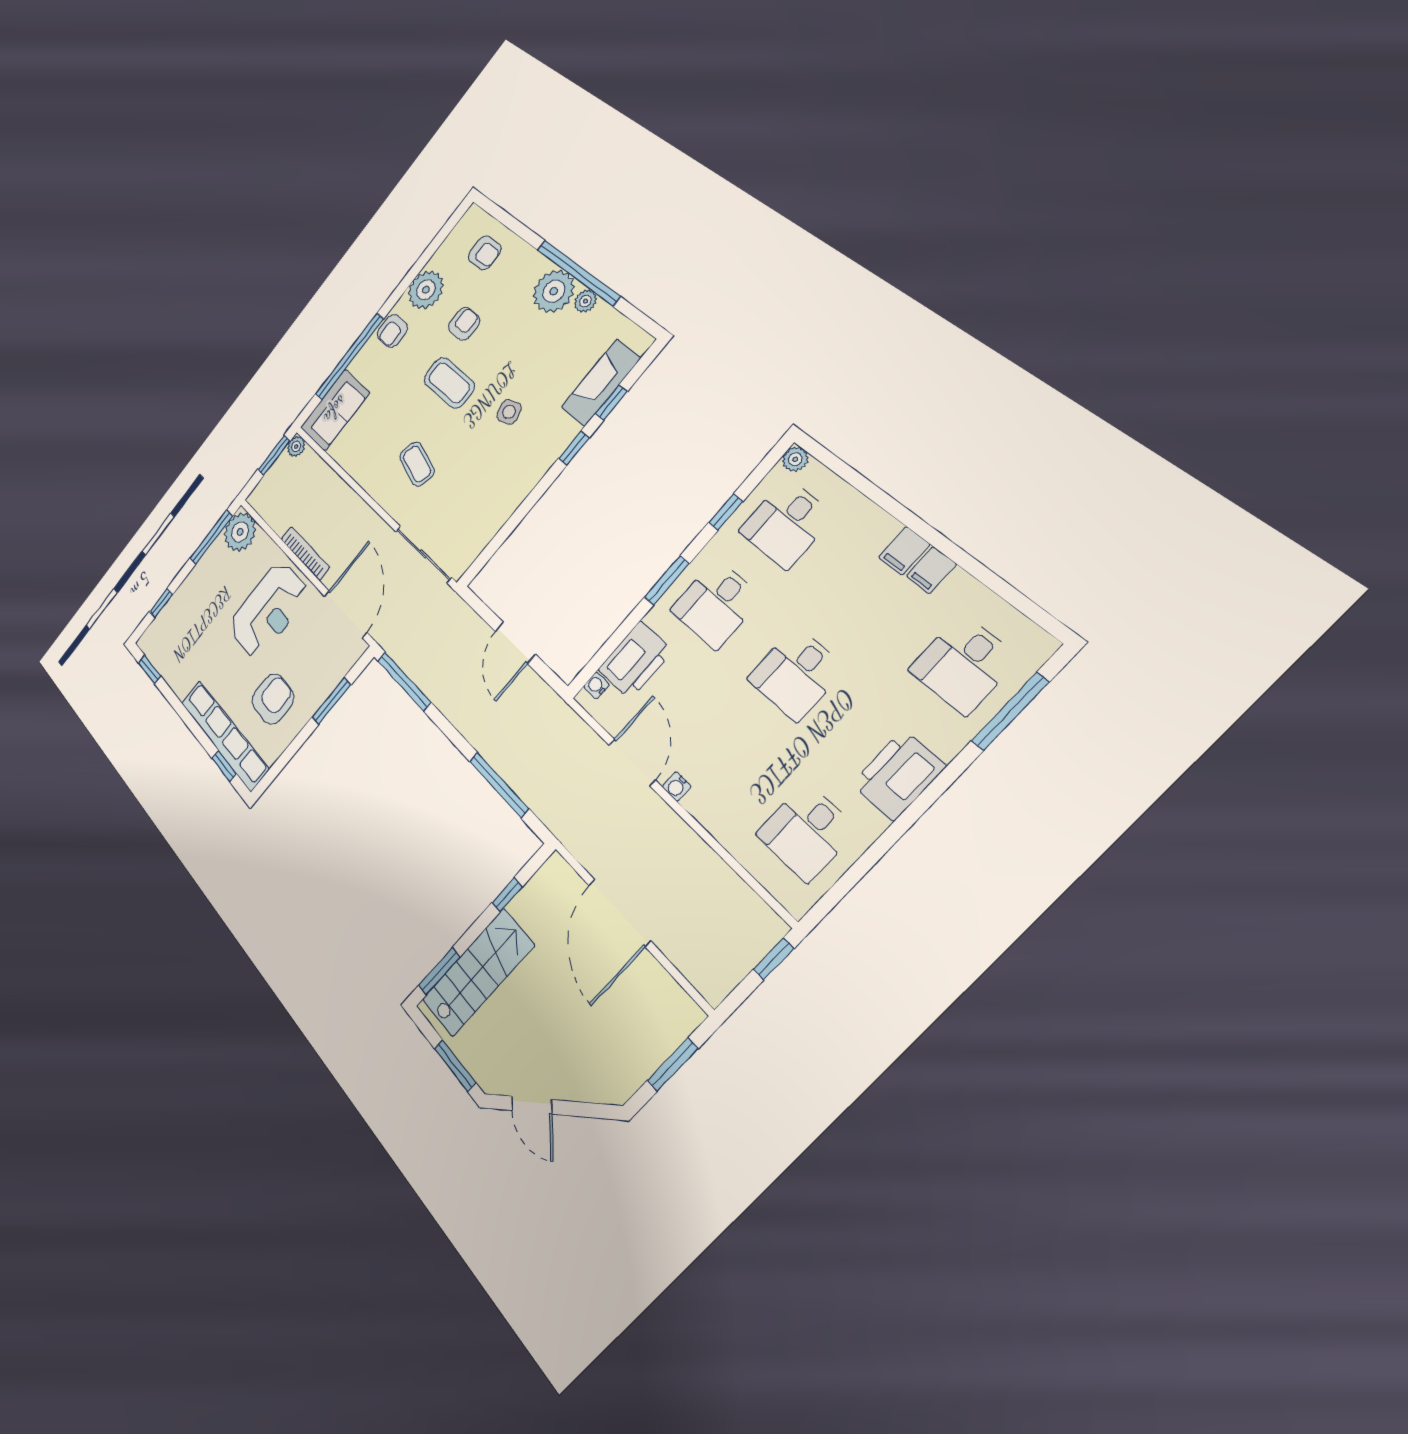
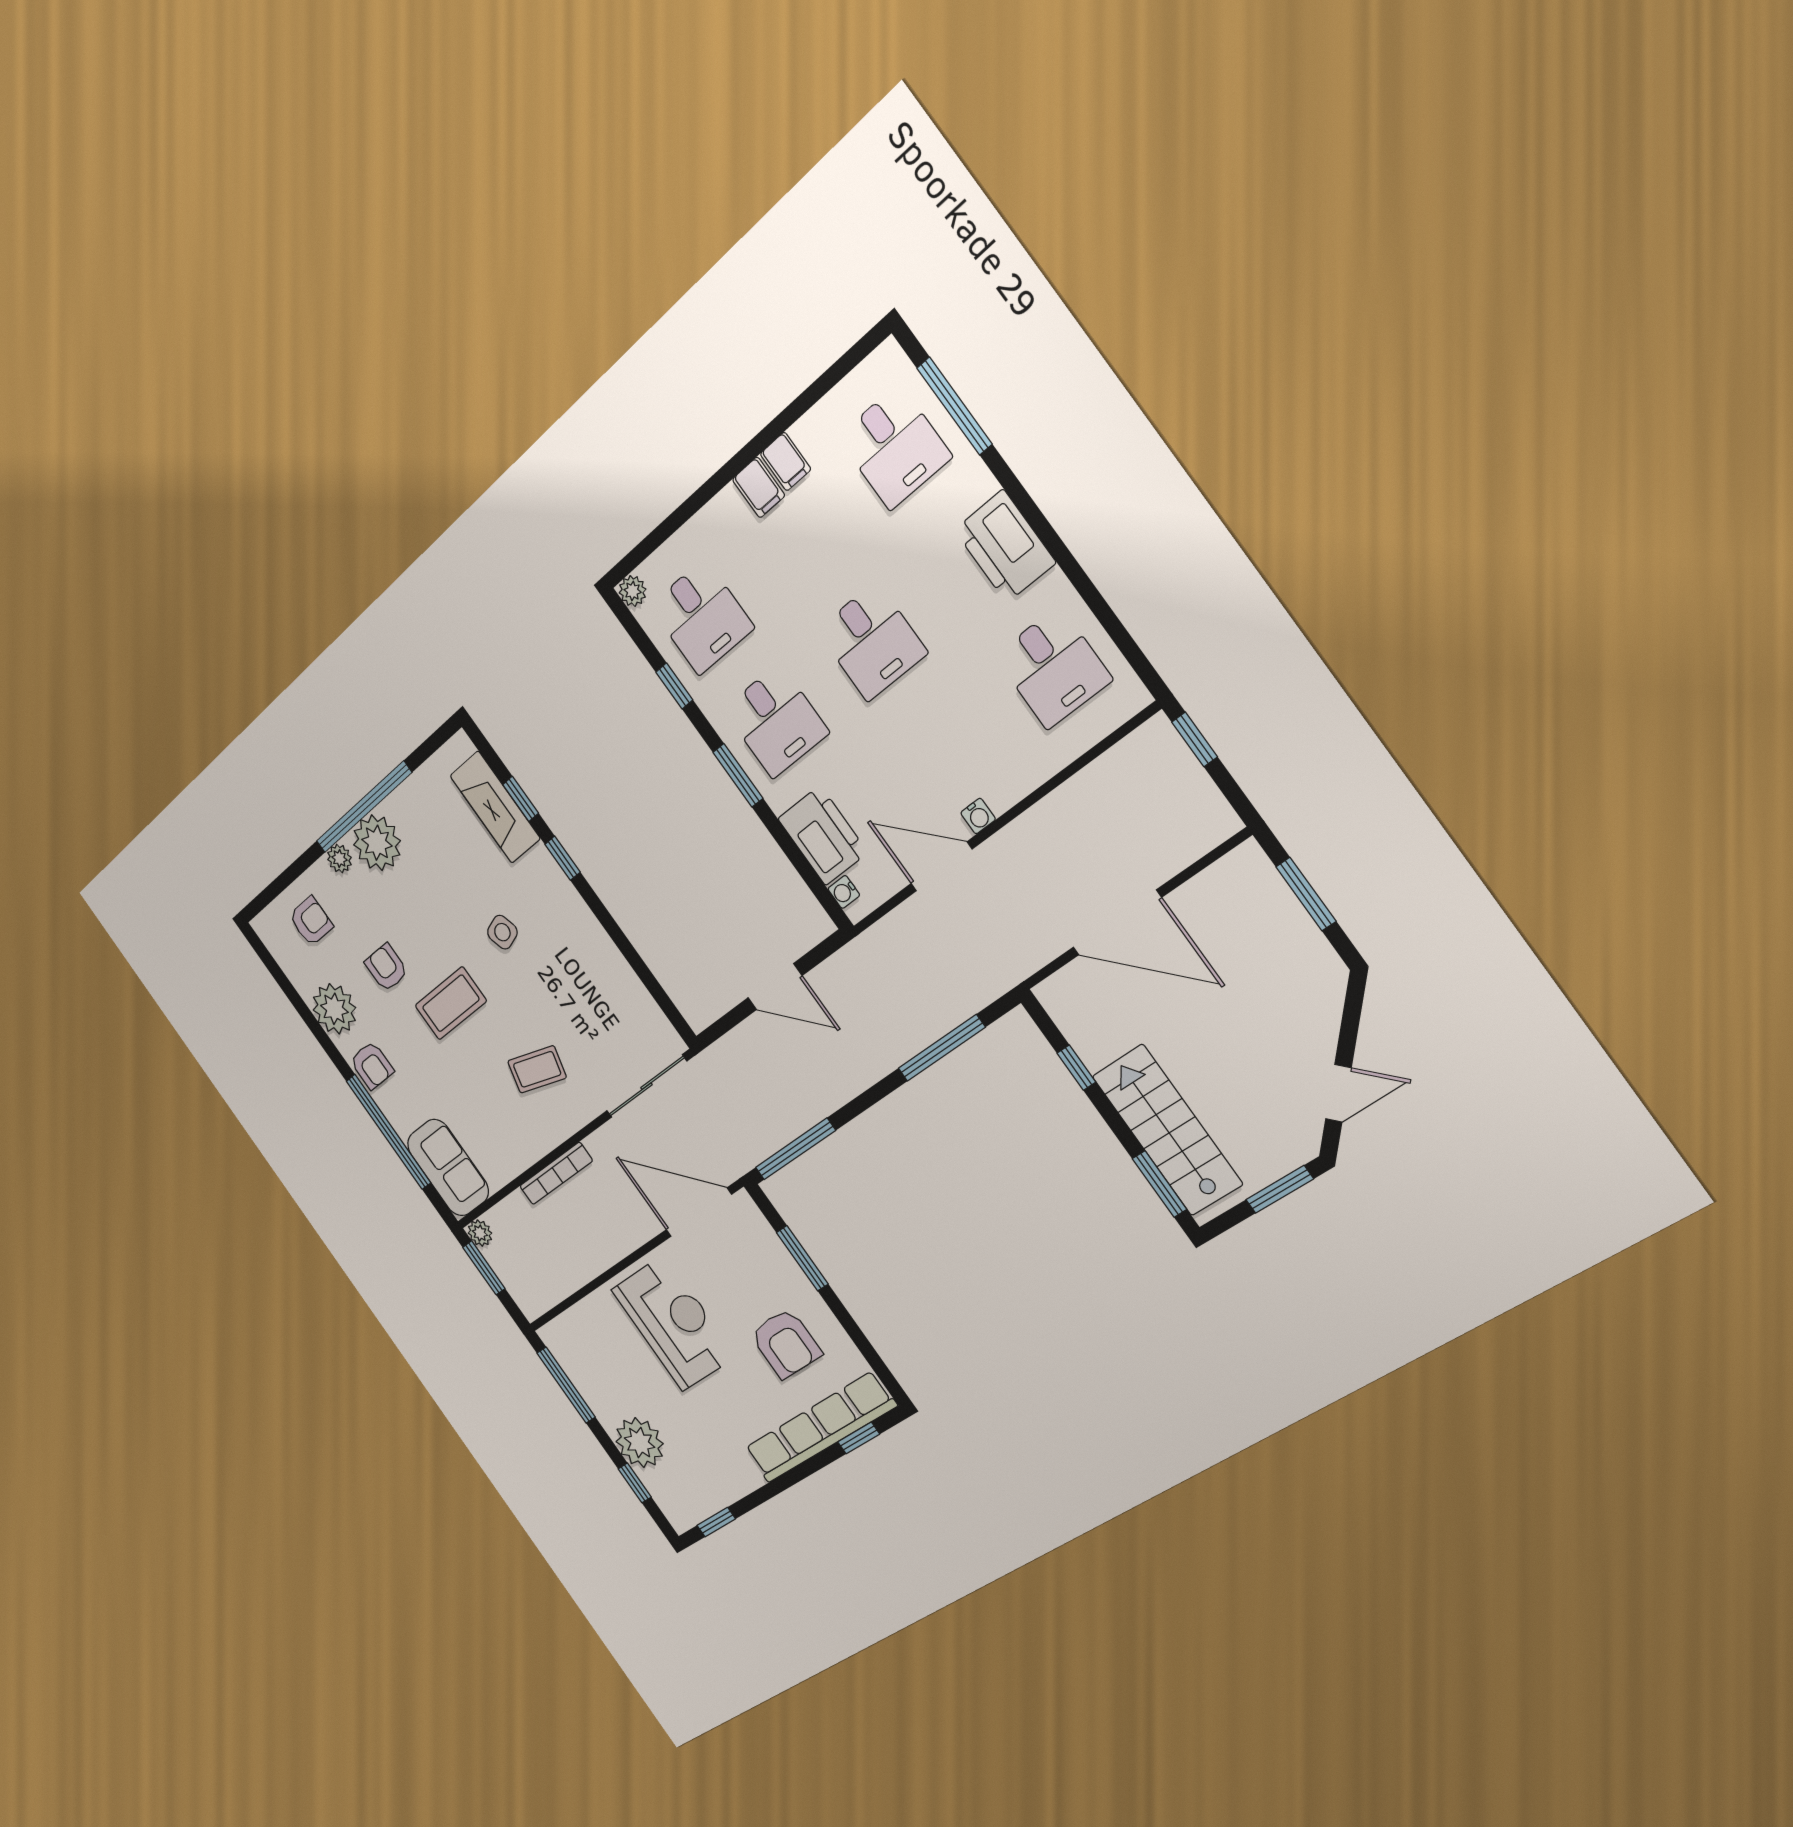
plant: (585, 301) -> (339, 859), moved
plant: (240, 532) -> (640, 1443), moved
bookcase: (305, 553) -> (556, 1173), moved, turned 180
armchair: (273, 699) -> (786, 1343), turned 180

